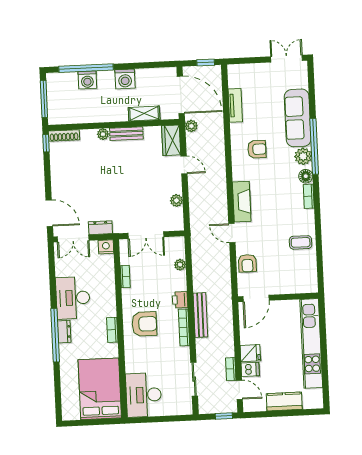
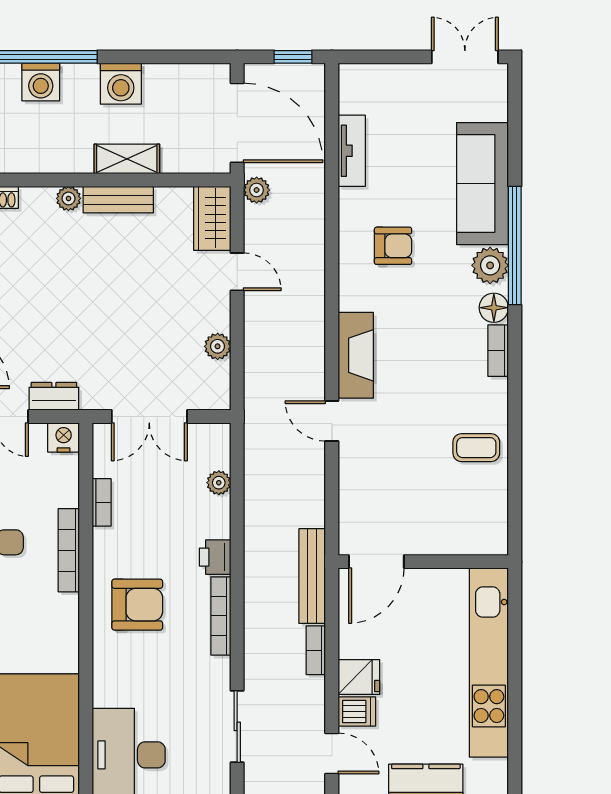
shelving: (144, 114) -> (127, 159), moved
armchair: (247, 263) -> (361, 486), removed
bench: (200, 315) -> (312, 576), moved
bookcase: (112, 330) -> (69, 550), moved, width x1.56
bookcase: (231, 369) -> (316, 650), moved

